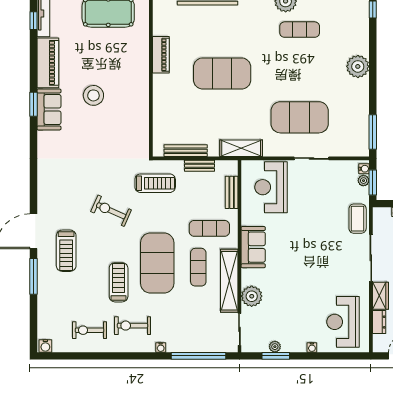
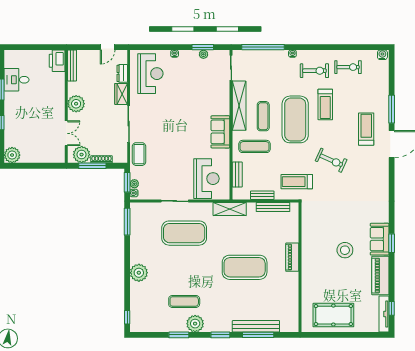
piano: (161, 55) -> (292, 257), moved
plant: (252, 296) -> (222, 94), removed

